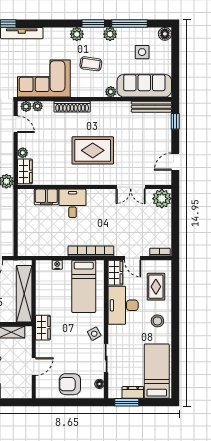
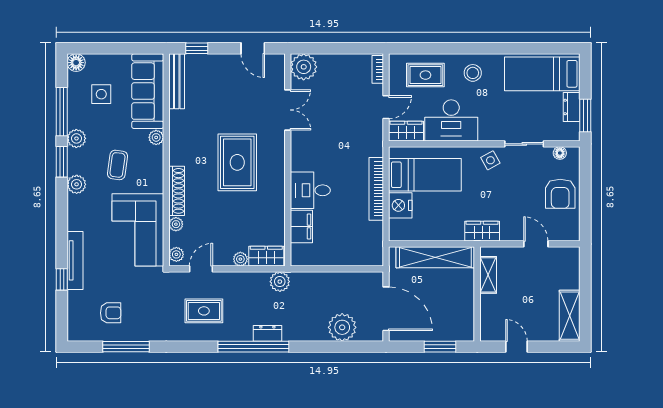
plant: (38, 106) -> (176, 224), moved
bookcase: (91, 251) -> (376, 189), moved
nightstand: (57, 265) -> (400, 205), width x1.89, depth x1.79

